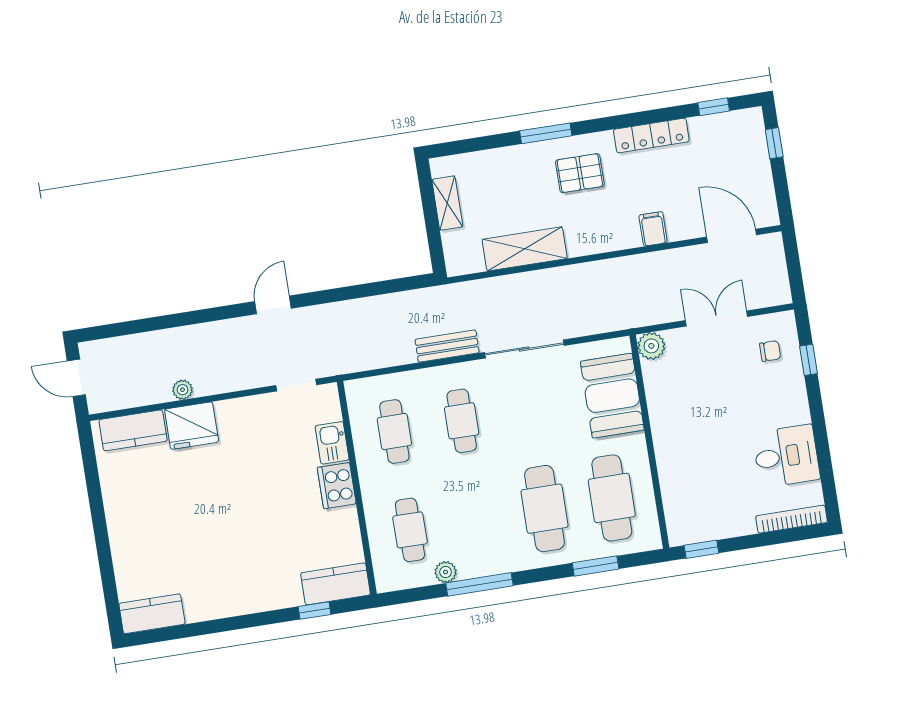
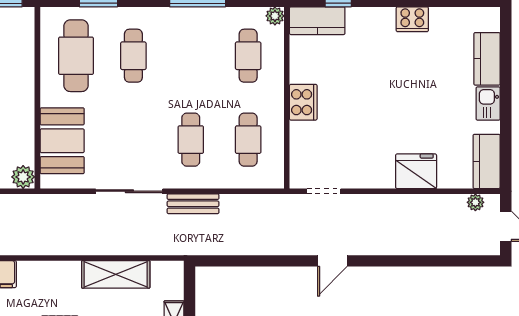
plant: (183, 390) -> (475, 202), moved
kitchen counter: (133, 430) -> (487, 161), moved, turned -90
kitchen sink: (332, 443) -> (488, 103), moved, turned 180
cafe table: (545, 509) -> (133, 56), width x0.73, depth x0.74
plant: (446, 572) -> (275, 16), moved
cooker: (224, 603) -> (412, 19), added
kitchen counter: (152, 614) -> (487, 59), moved, turned 90

